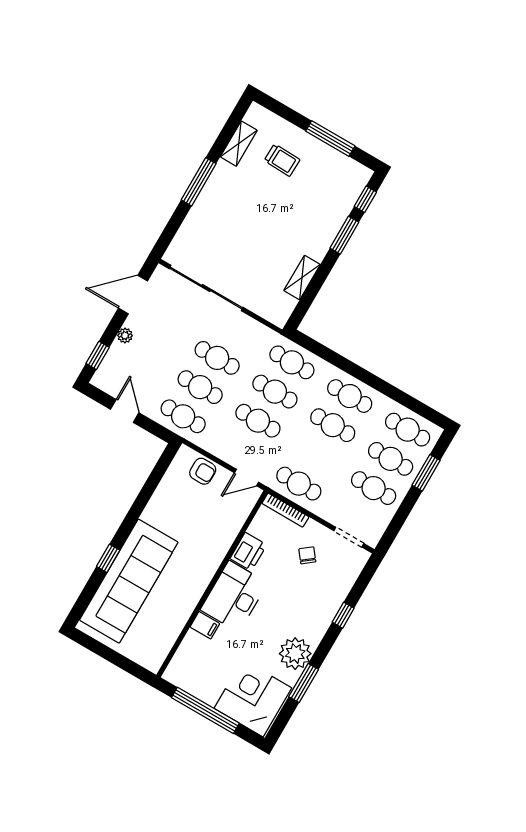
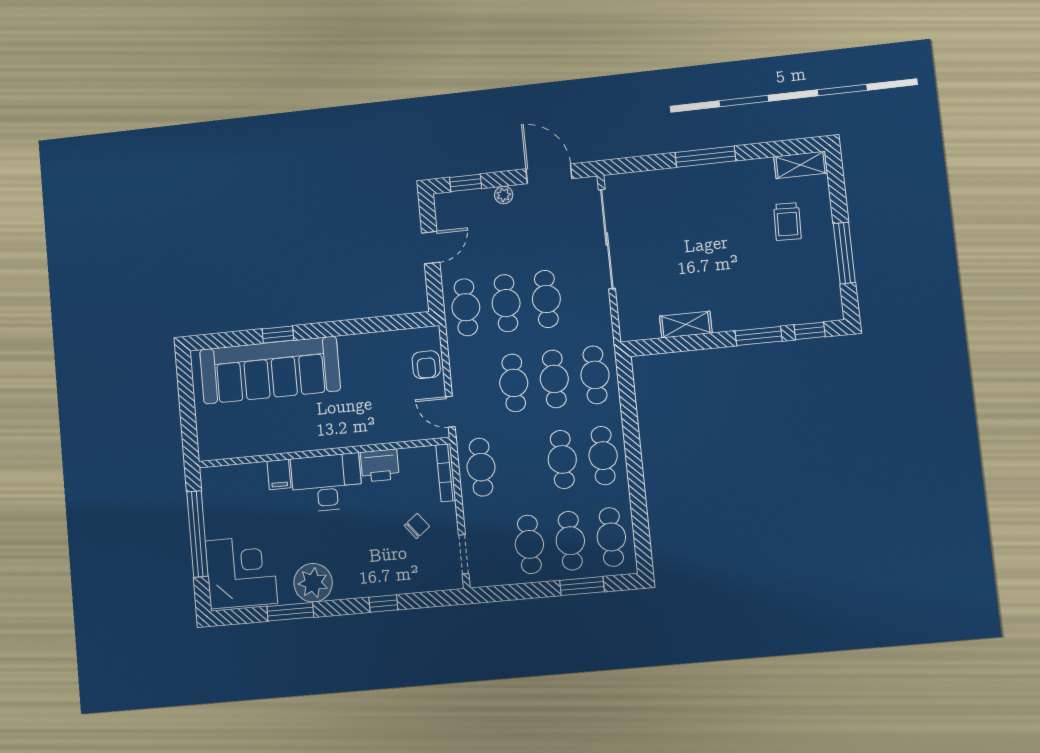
shelving: (239, 144) -> (800, 165), moved

